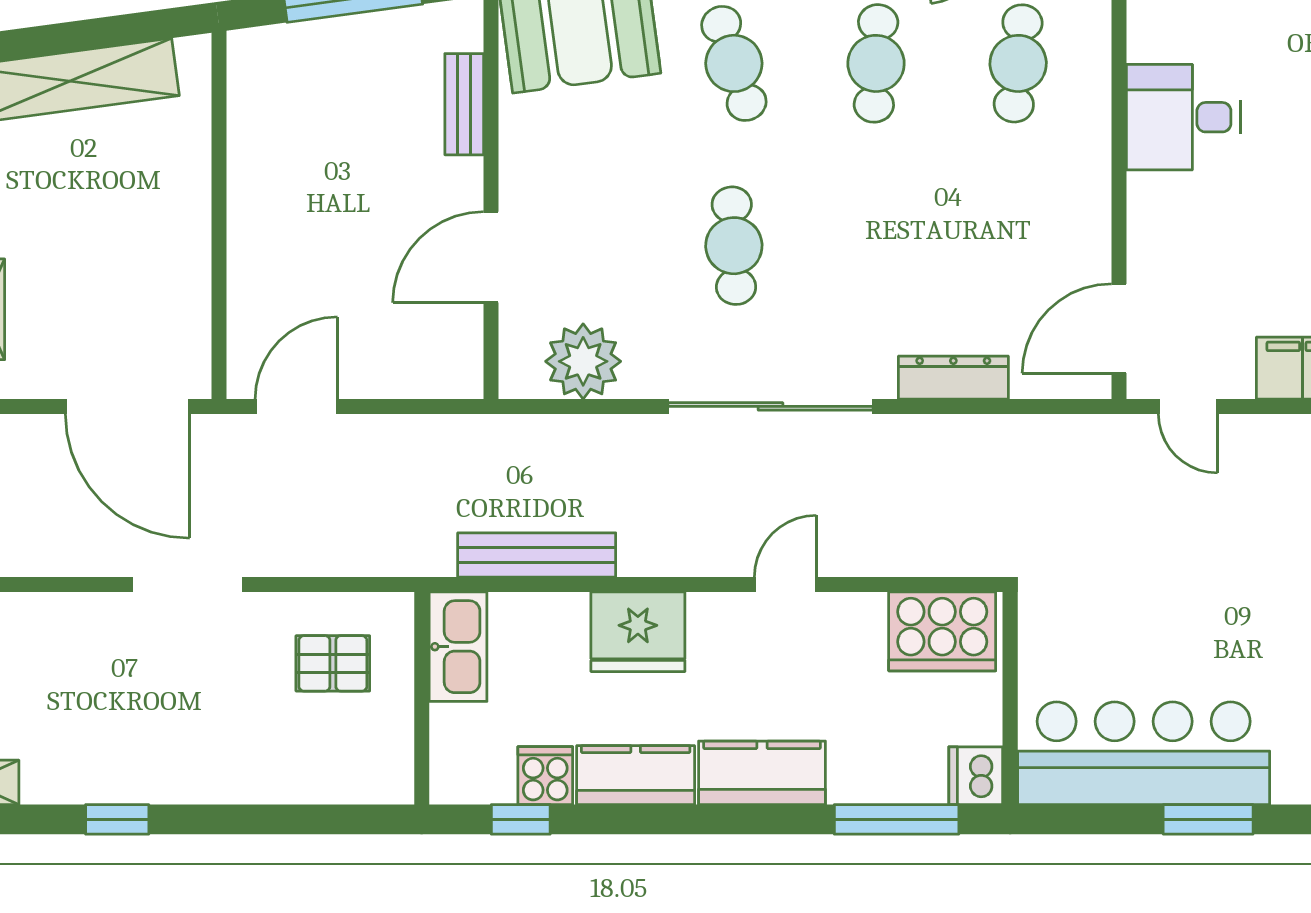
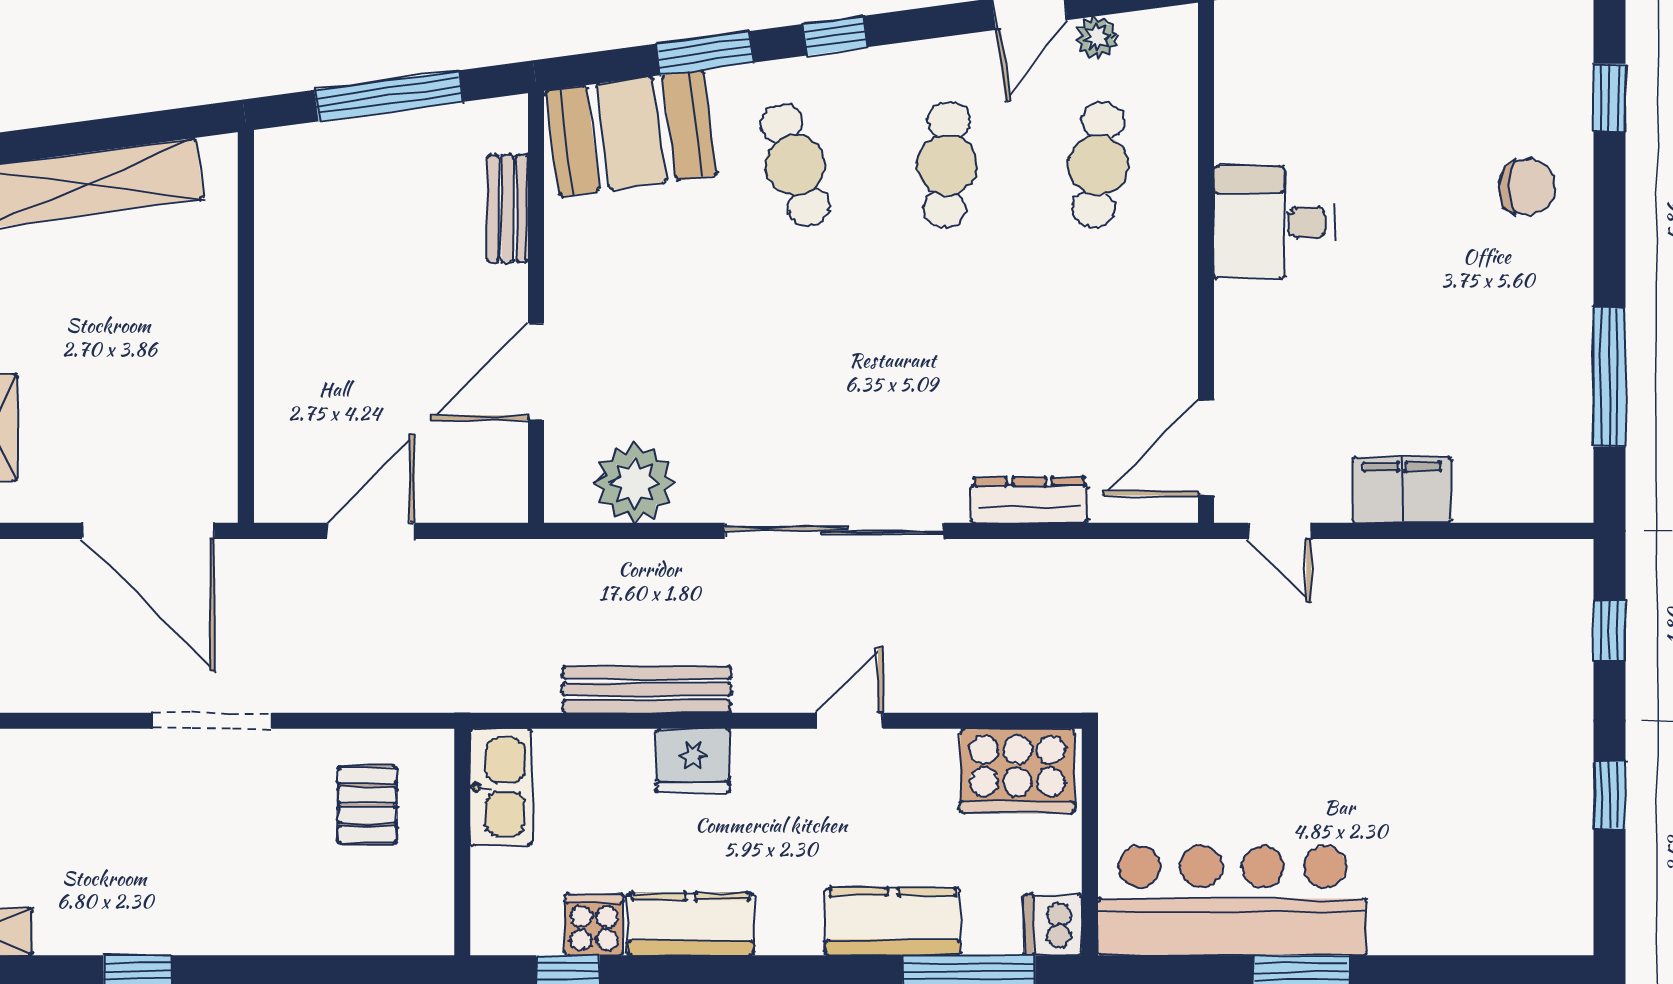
cafe table: (734, 246) -> (795, 359), removed
door: (296, 406) -> (371, 531), moved
bench: (537, 555) -> (647, 689), moved
fridge: (638, 632) -> (693, 760), width x0.73, depth x0.75
pallet: (333, 663) -> (367, 805), turned 90
kitchen counter: (762, 773) -> (893, 922), moved

